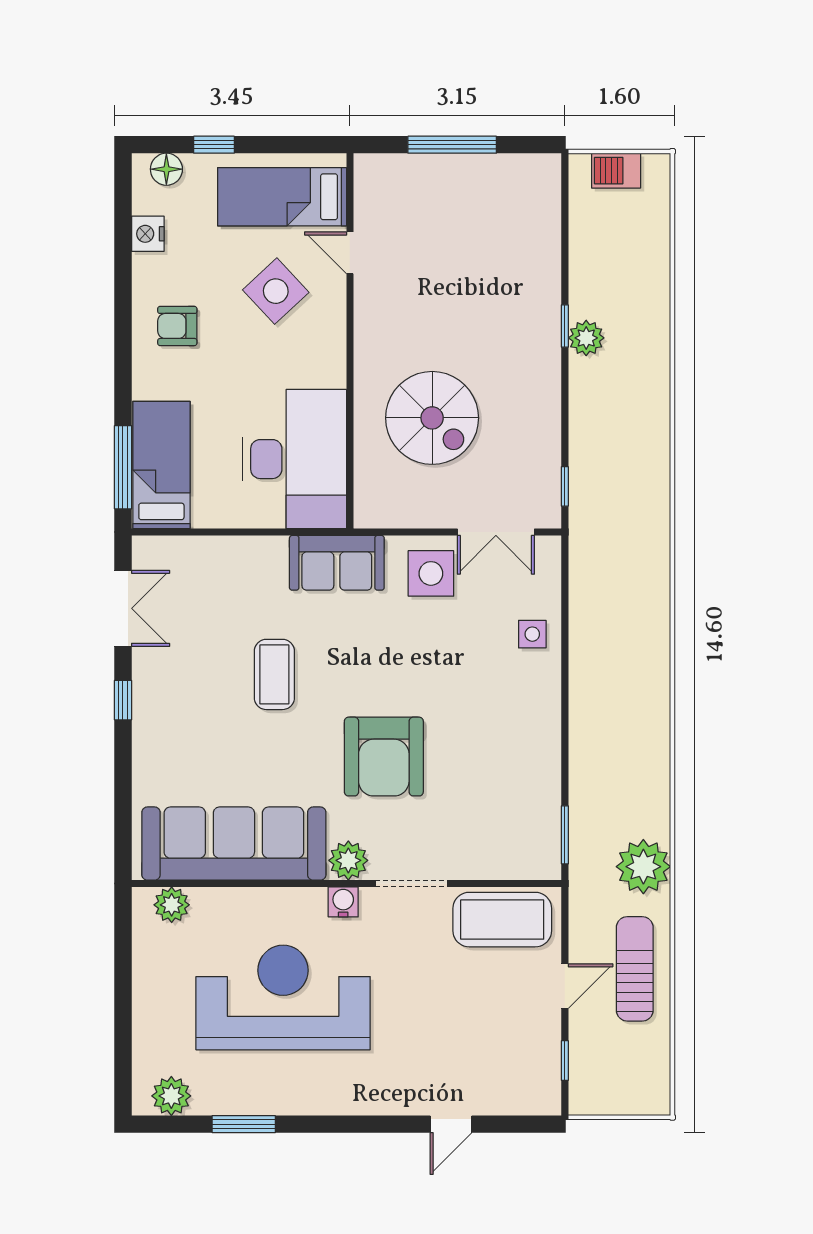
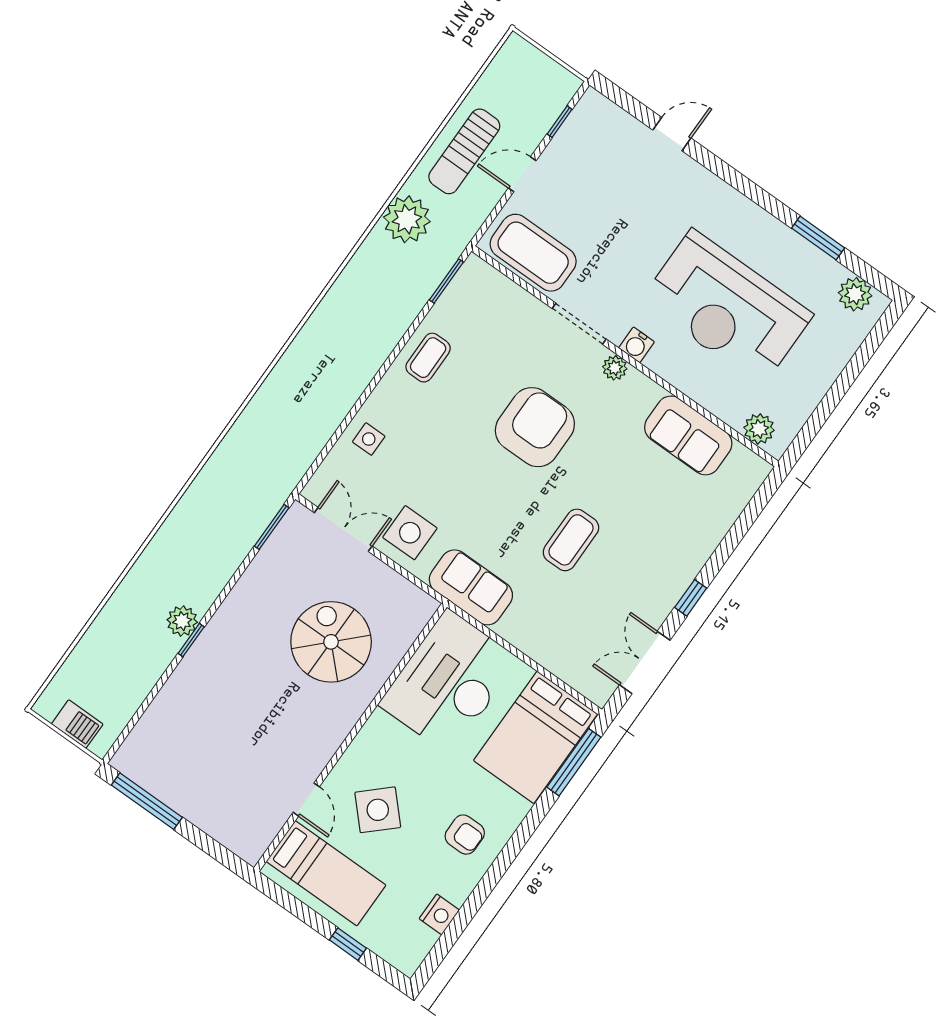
window: (452, 145) -> (147, 801), moved
floor lamp: (166, 169) -> (394, 951), removed
bed: (161, 465) -> (536, 737), width x1.50
window: (565, 486) -> (272, 527), width x1.50
coffee table: (531, 751) -> (428, 358), added
sofa: (234, 844) -> (688, 435), width x0.54, depth x0.79
plant: (348, 860) -> (615, 368), width x0.73, depth x0.73

